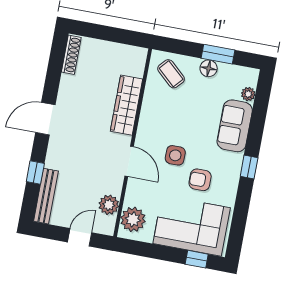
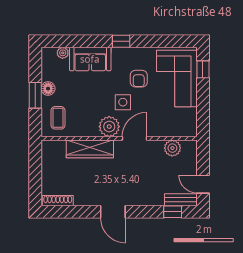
window: (218, 54) -> (35, 95), moved
coffee table: (171, 74) -> (58, 118), turned -42
window: (35, 173) -> (173, 212), moved
bench: (46, 196) -> (181, 200), width x0.73
plant: (133, 219) -> (109, 127), moved
door: (80, 237) -> (203, 184), moved

